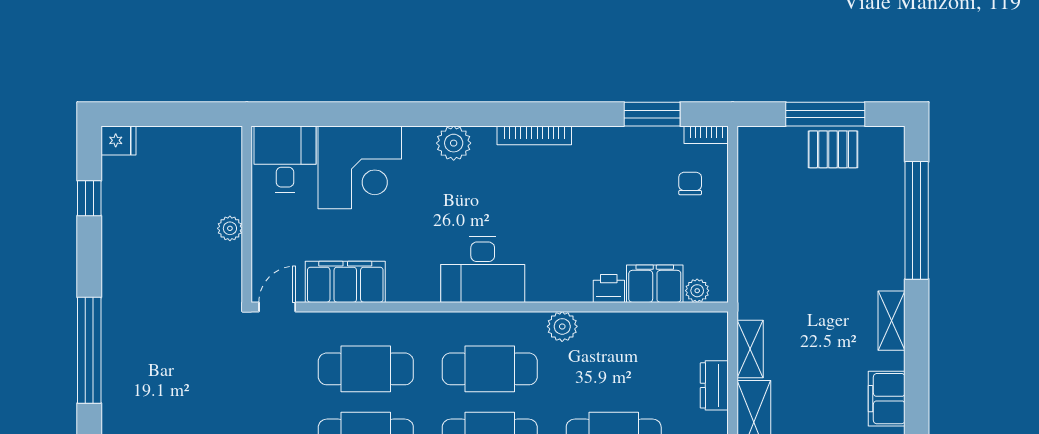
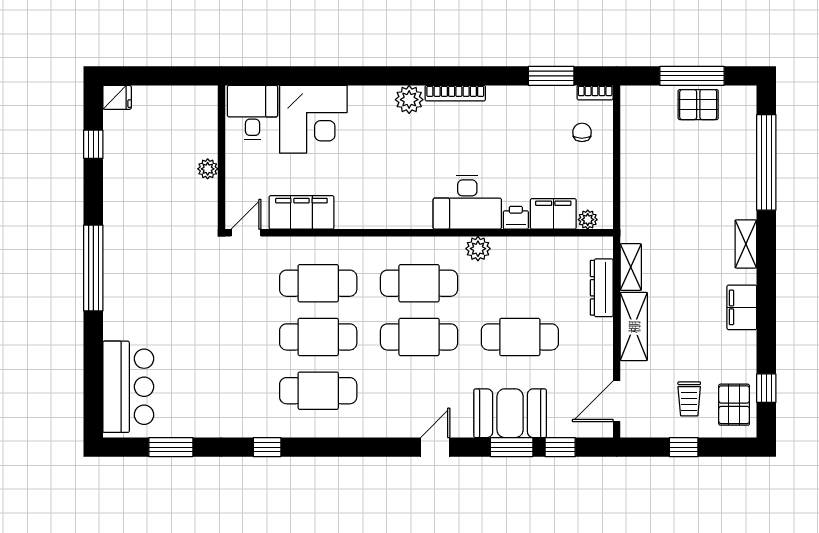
plant: (454, 143) -> (409, 100), moved
desk: (483, 270) -> (467, 202), moved
dresser: (714, 385) -> (602, 288), width x1.44

